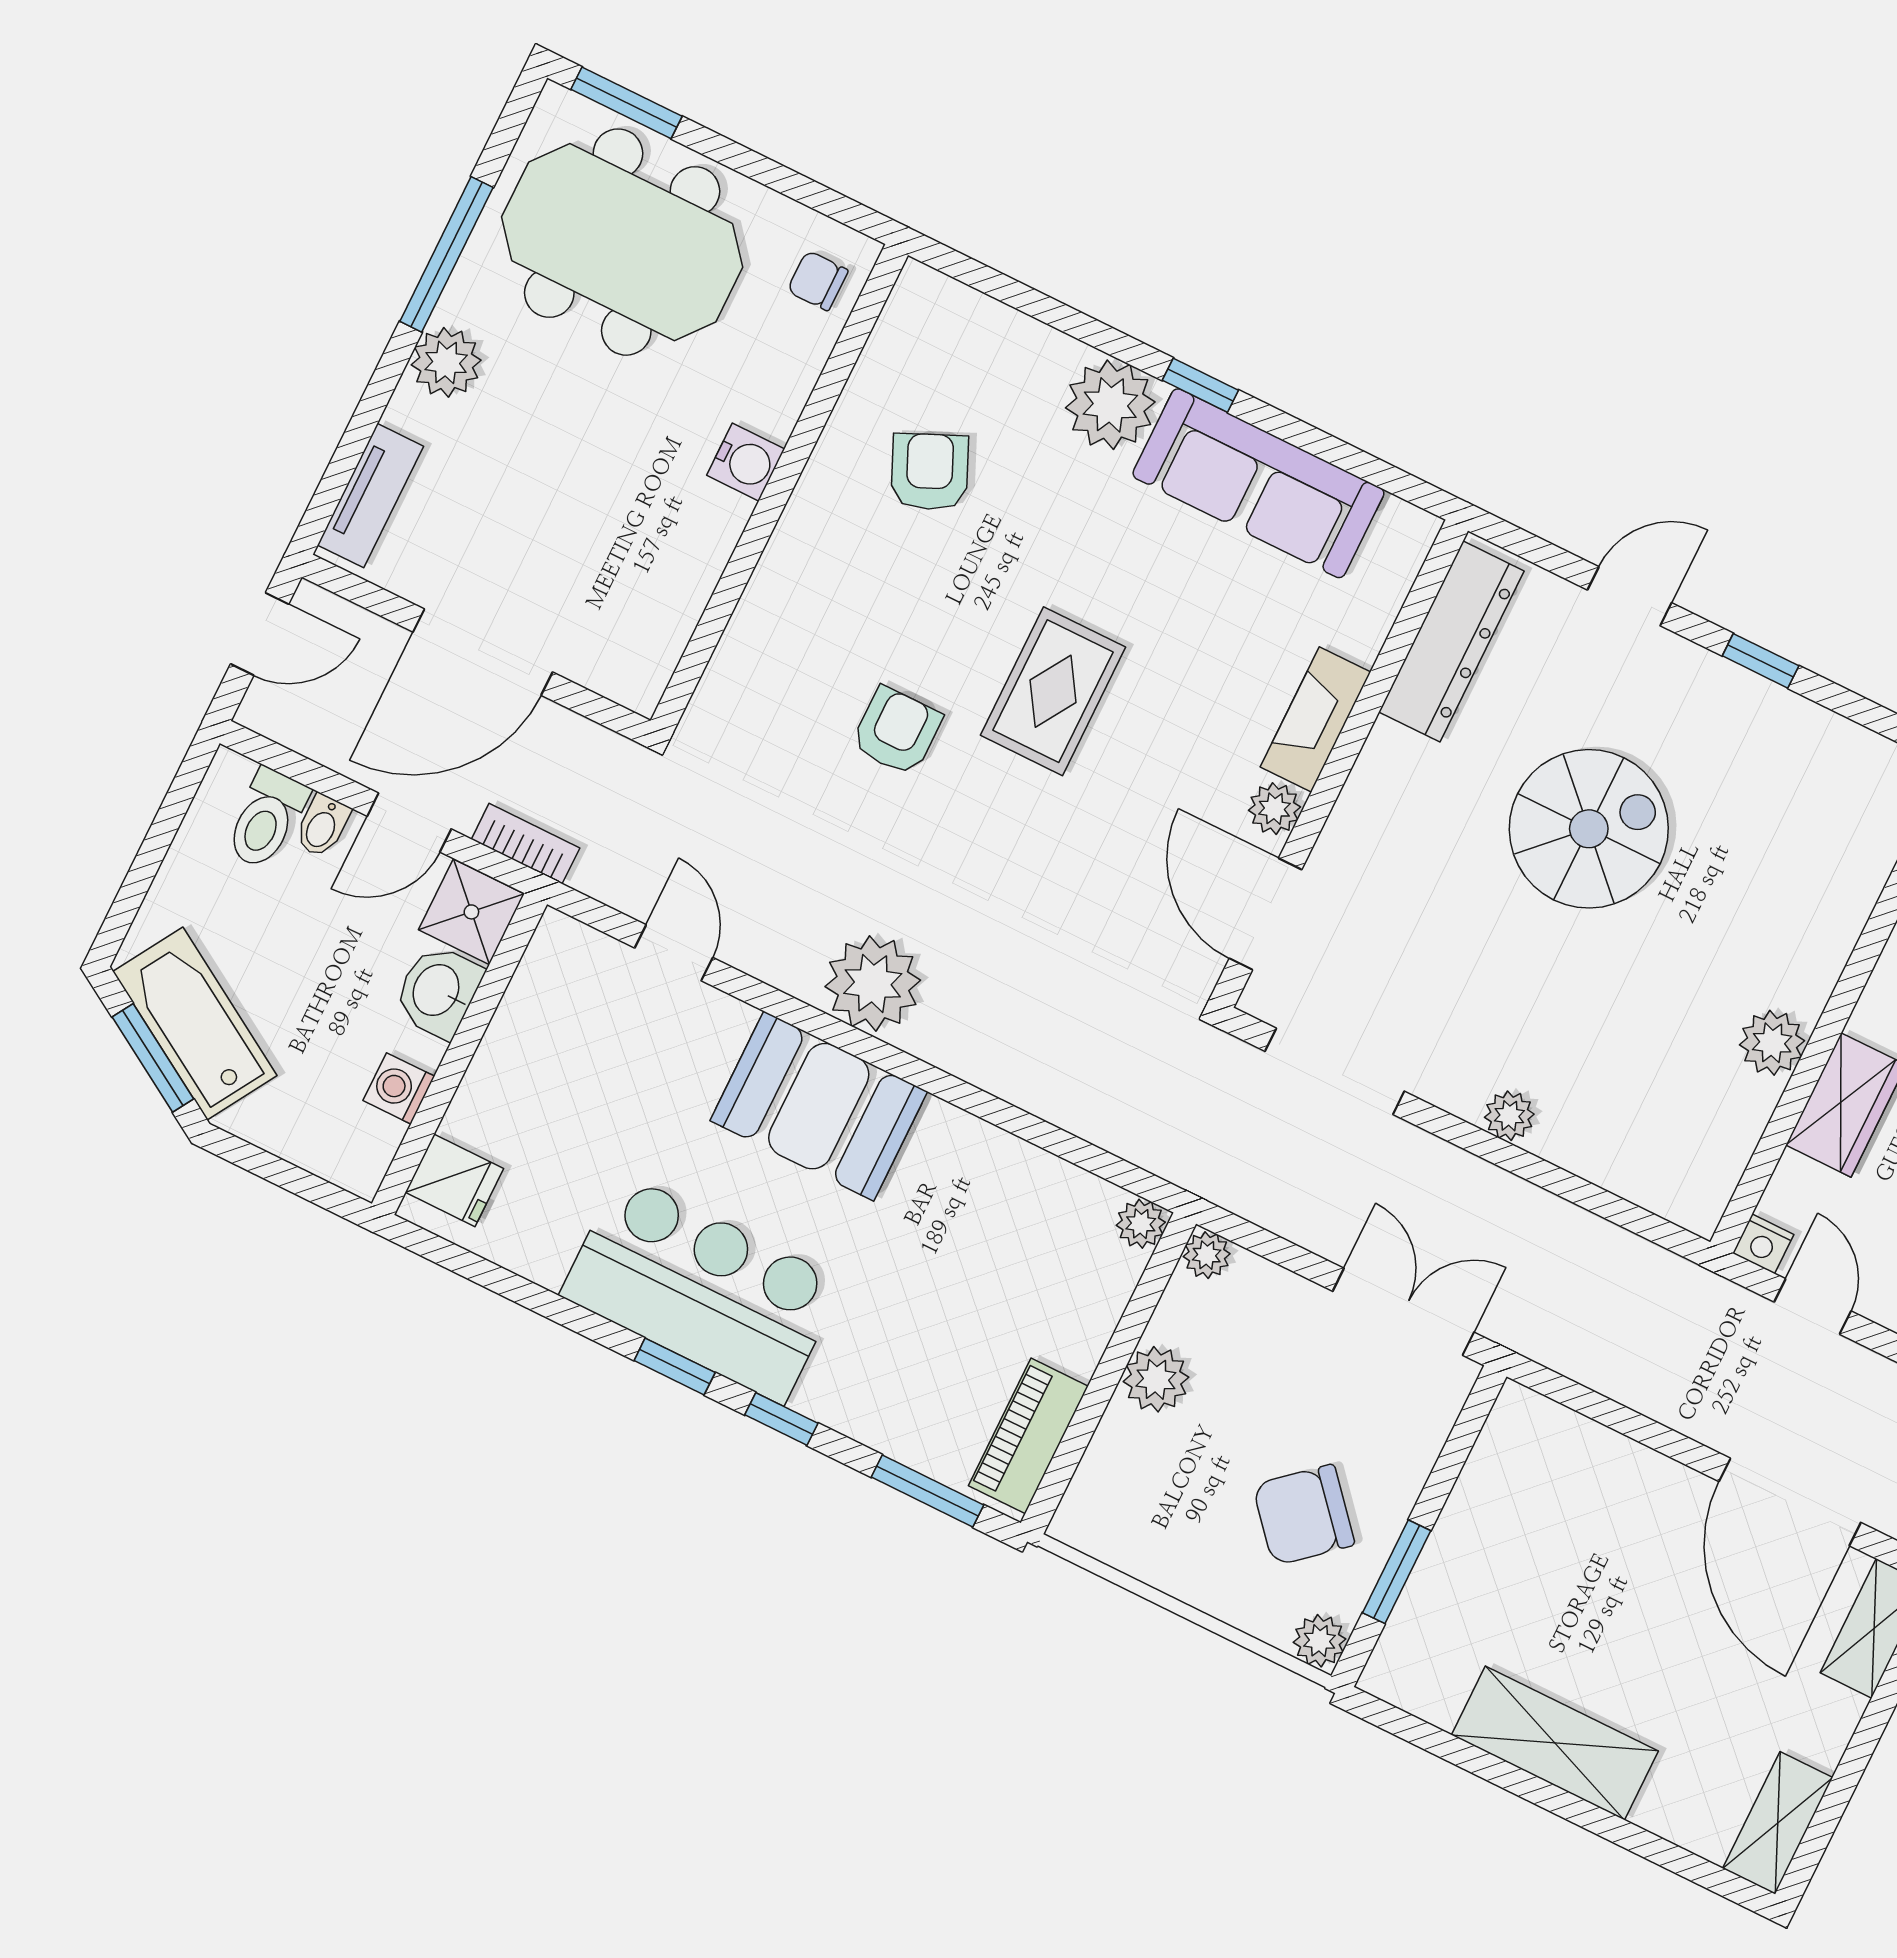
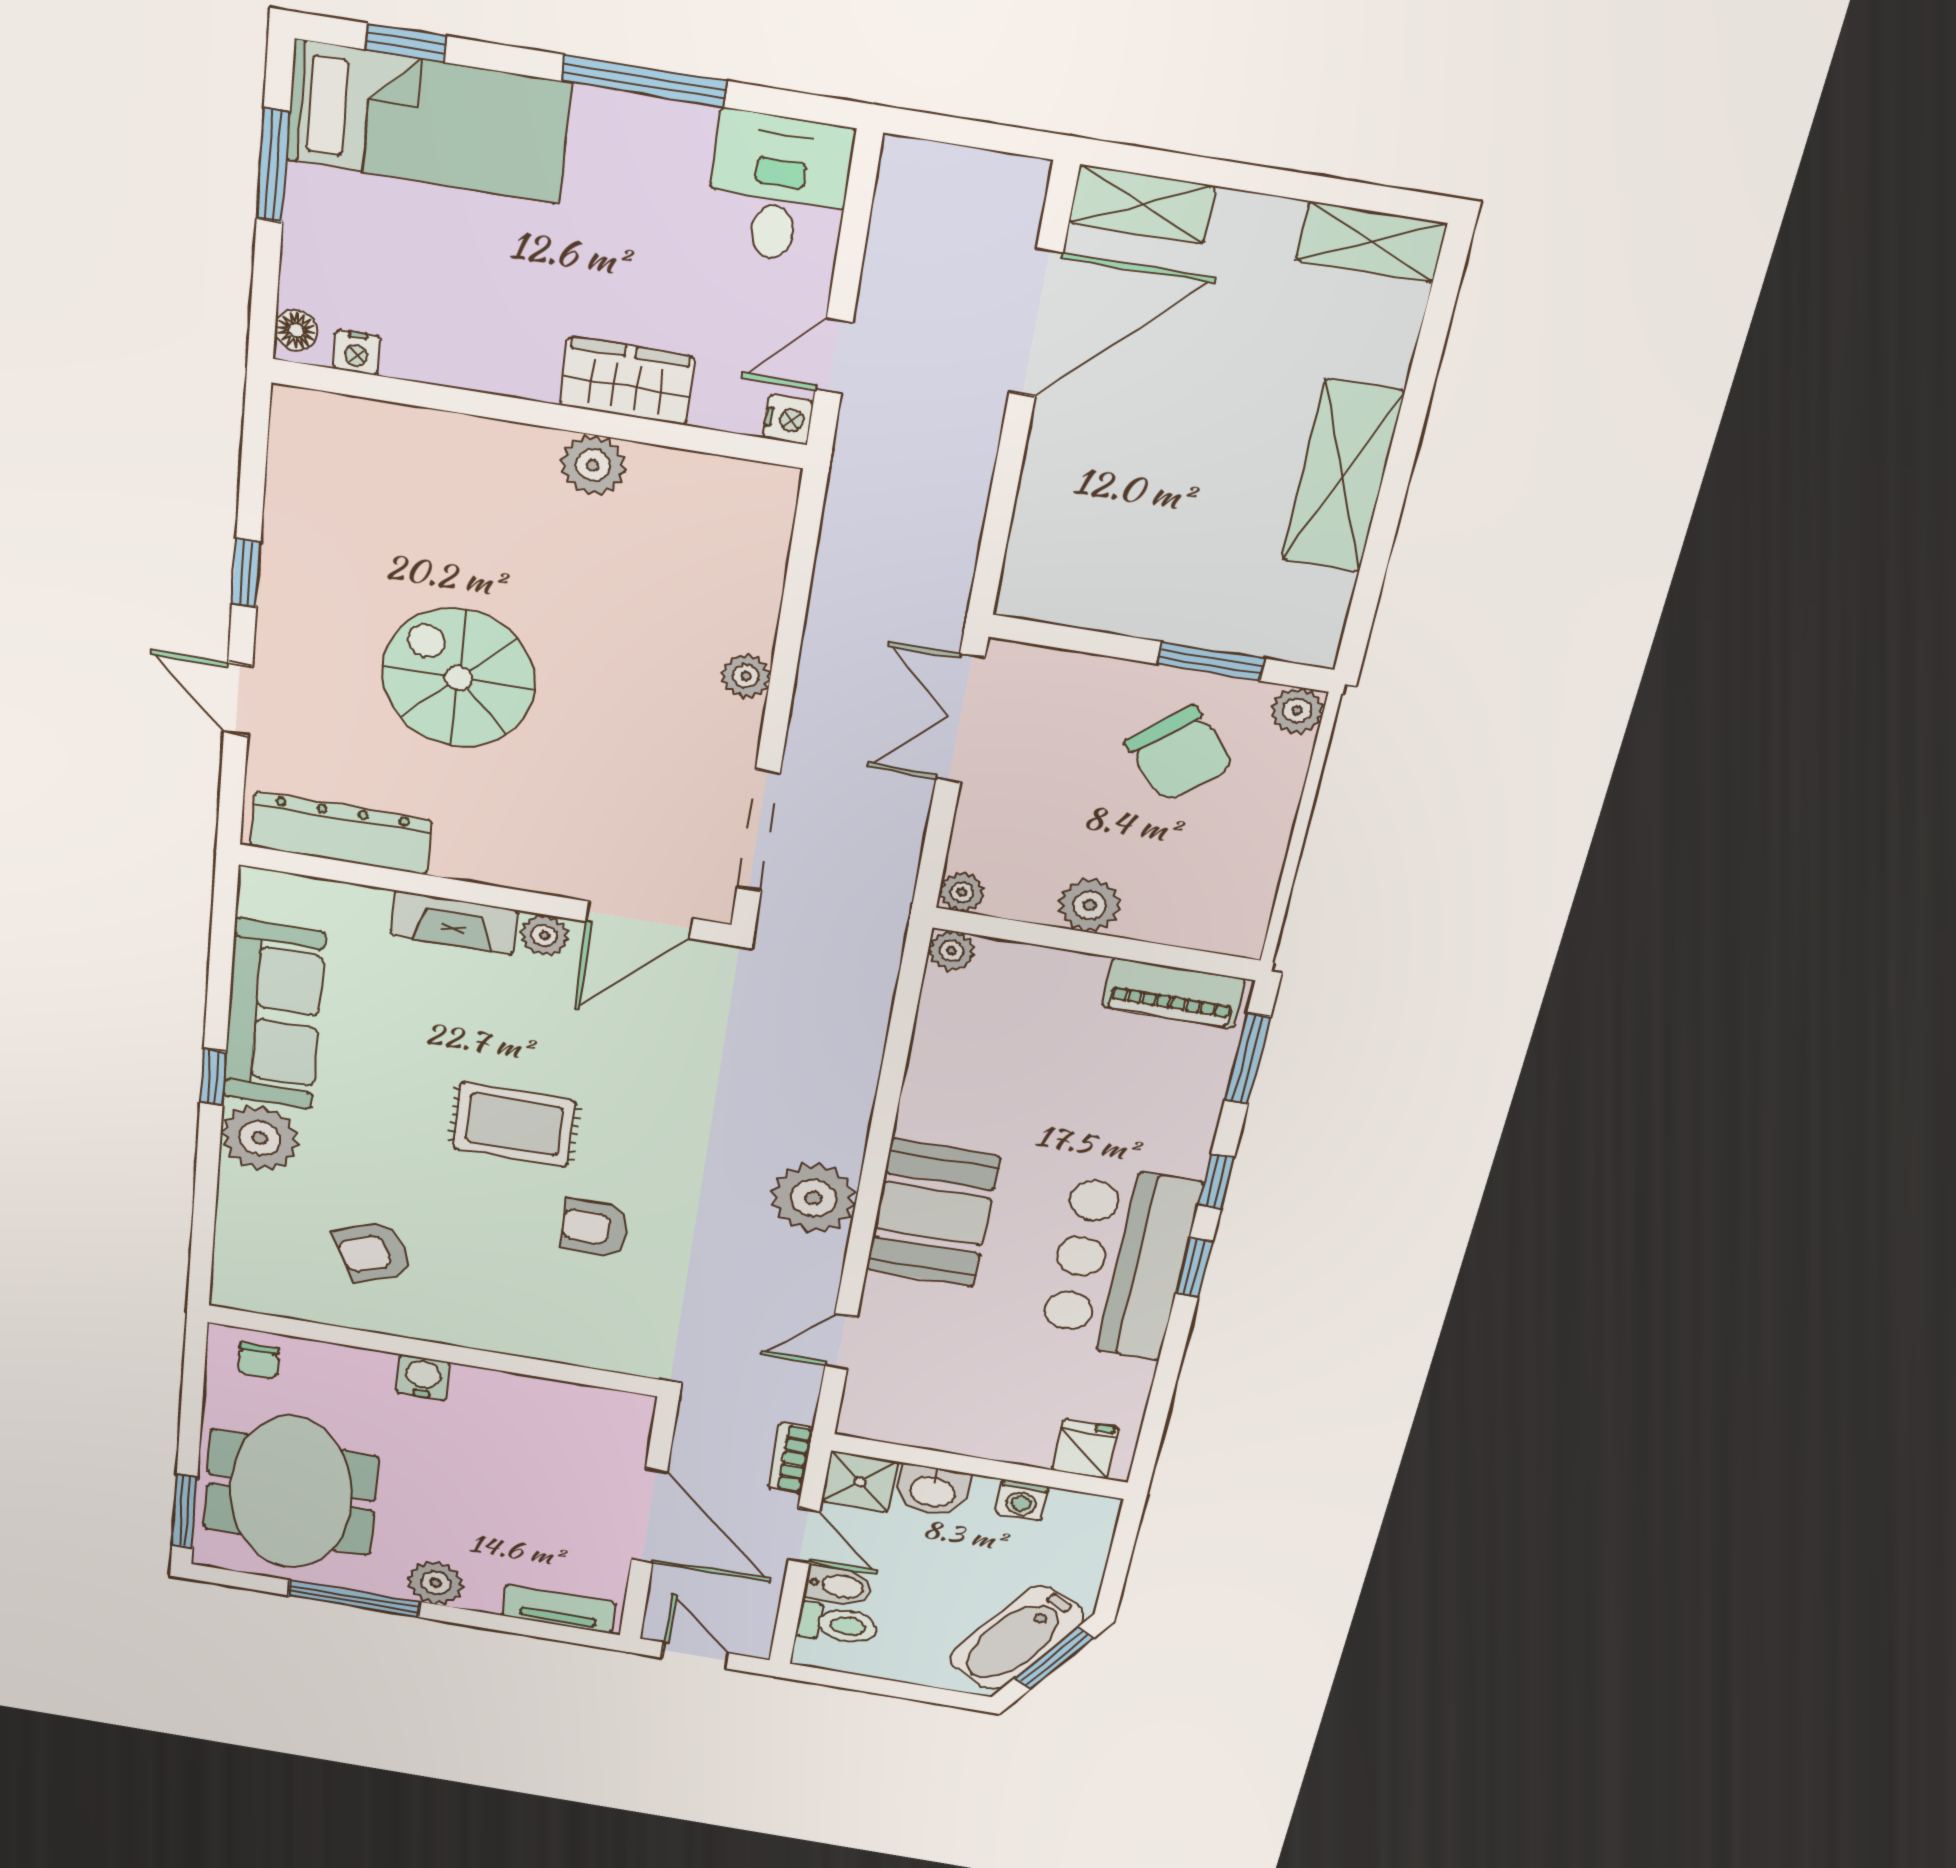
bidet: (322, 826) -> (838, 1586), width x1.38, depth x1.36

